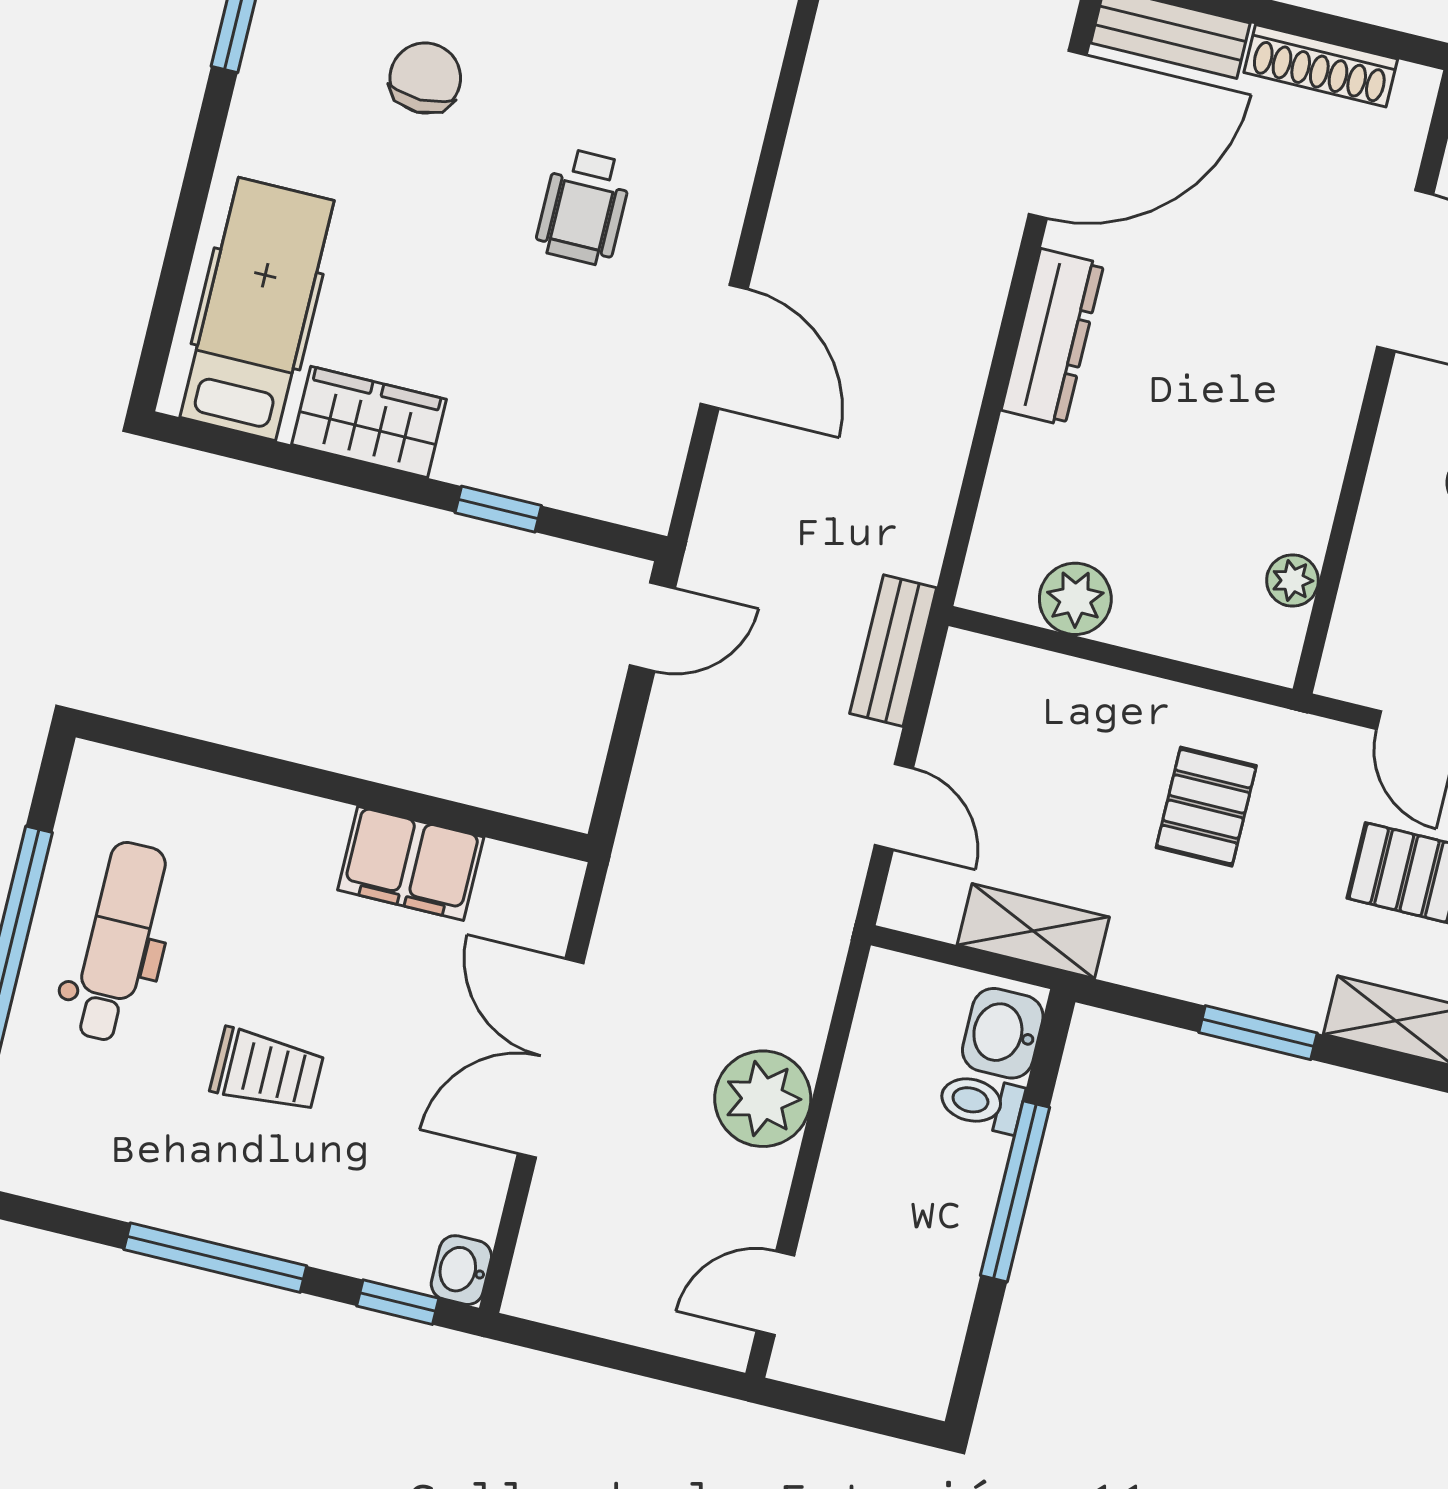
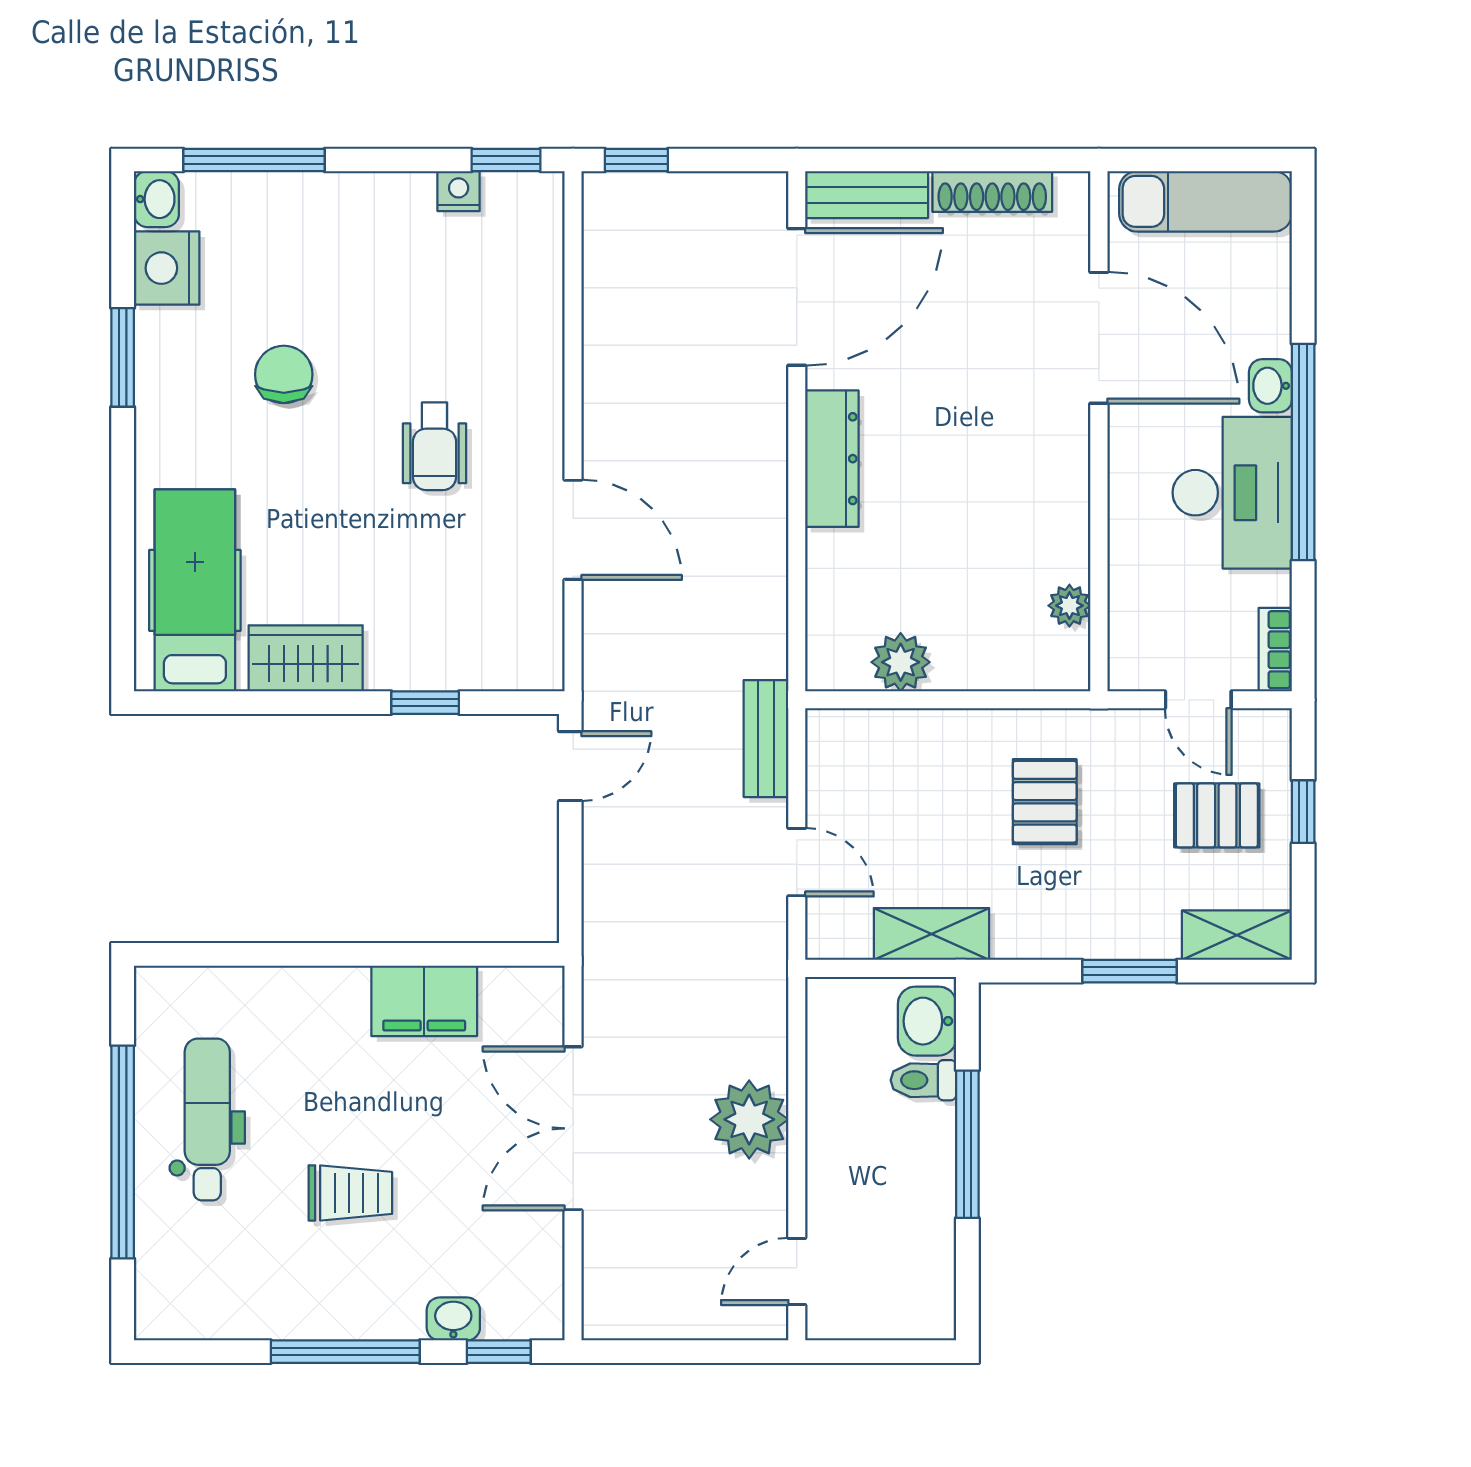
washbasin: (461, 1270) -> (453, 1319), moved, turned 90

